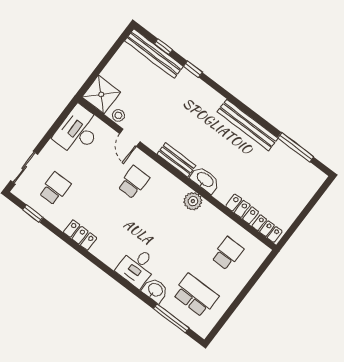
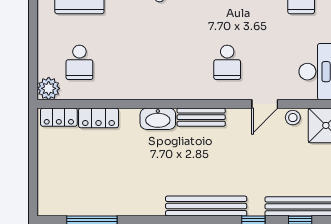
bench: (248, 125) -> (206, 206), moved
door: (130, 138) -> (265, 104), swing flipped
plant: (193, 201) -> (49, 88), moved

